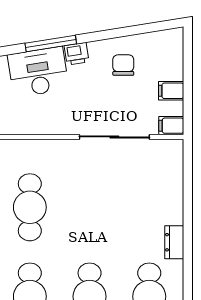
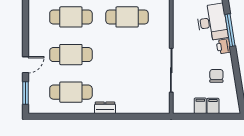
chair: (123, 65) -> (216, 76), turned -90
filing cabinet: (171, 126) -> (213, 106), moved

